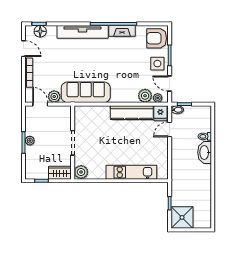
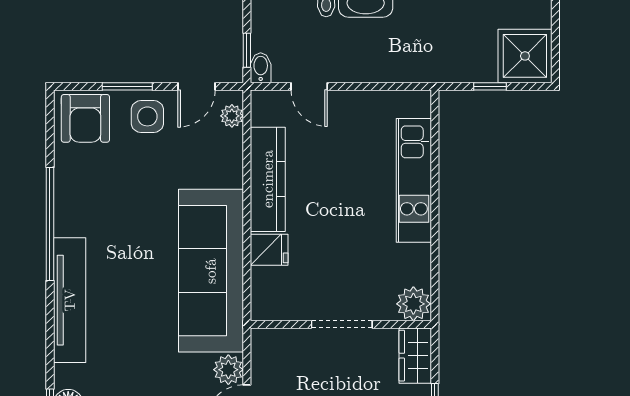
fireplace: (122, 31) -> (67, 203), removed
sofa: (86, 92) -> (211, 271), width x1.36, depth x1.27
plant: (145, 96) -> (226, 147), removed
fridge: (160, 113) -> (269, 250), moved

